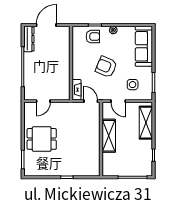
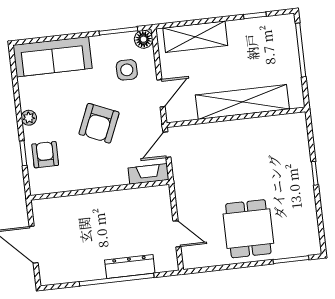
dresser: (29, 39) -> (130, 267), moved
floor lamp: (148, 95) -> (144, 39), added
shelving: (109, 136) -> (242, 102), width x1.47

